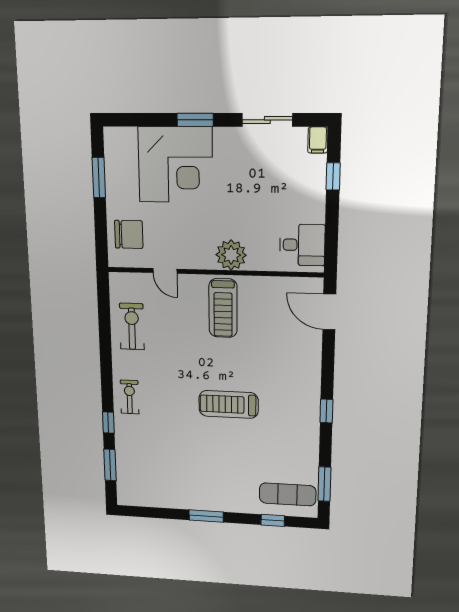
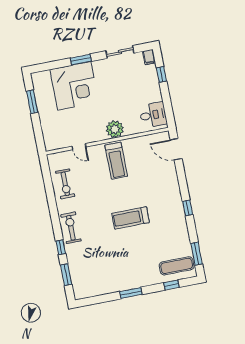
chair: (129, 234) -> (54, 130), removed
exercise bike: (132, 326) -> (65, 184), turned 180
exercise bike: (130, 397) -> (71, 228), width x1.38, depth x1.39

